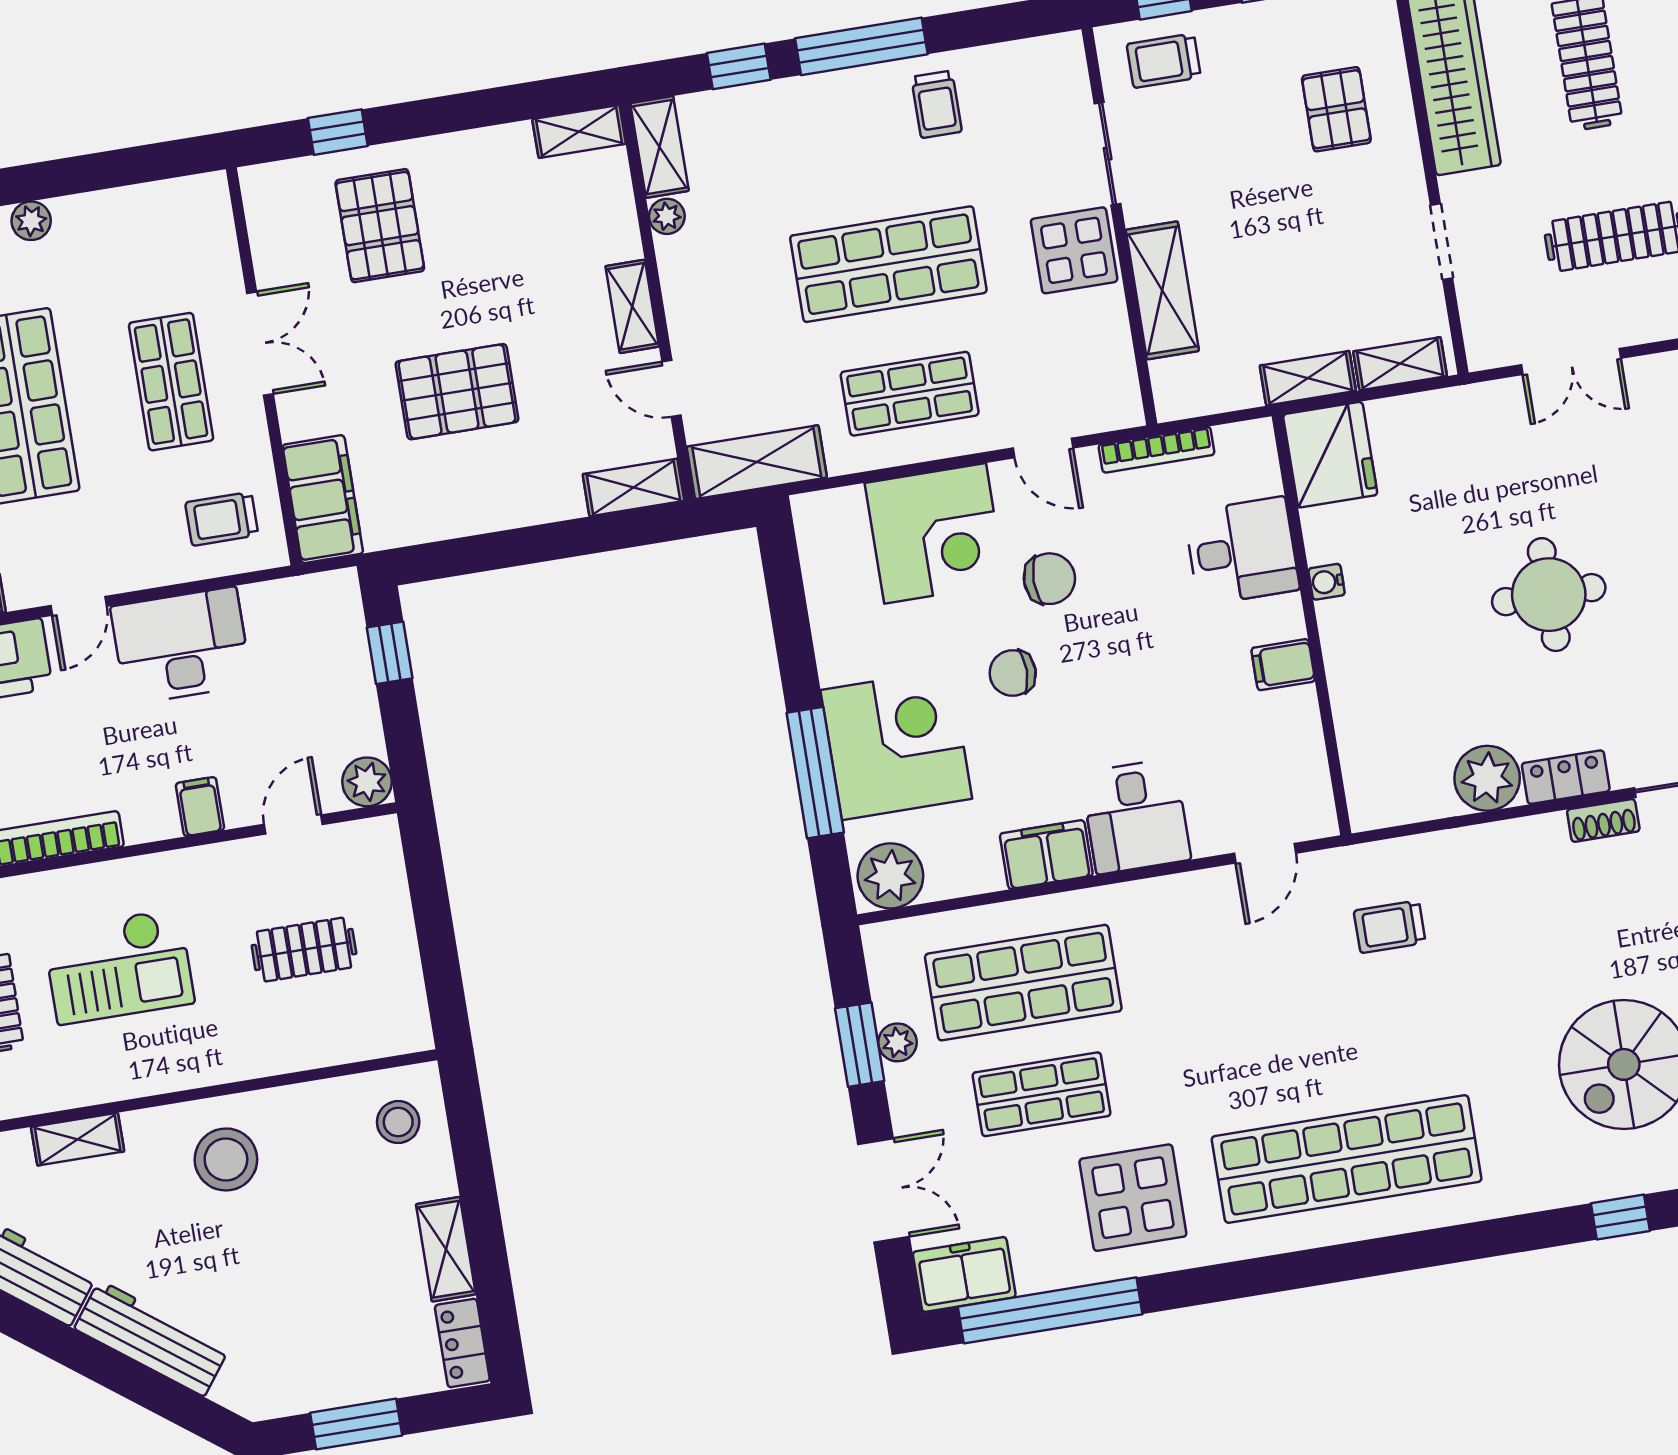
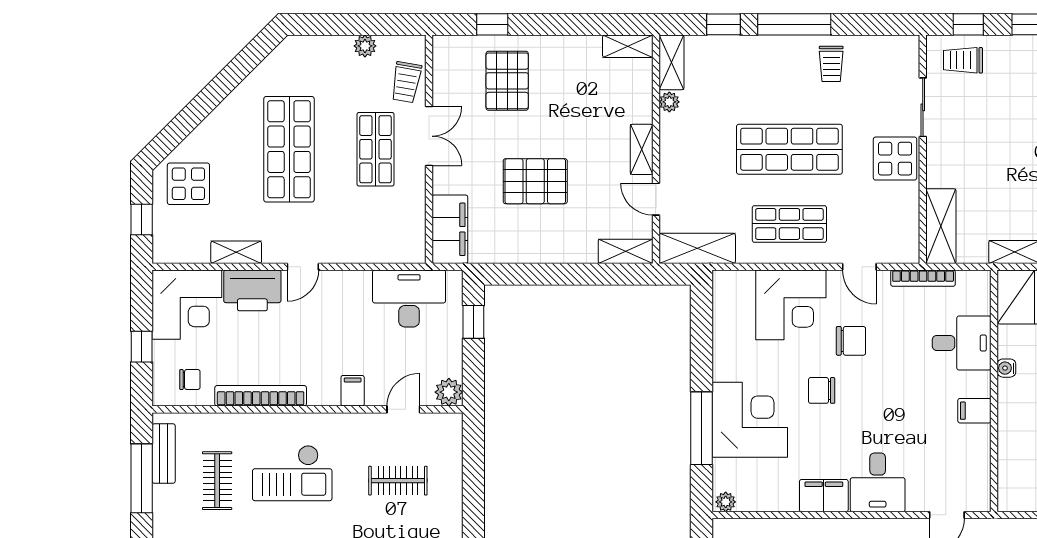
plant: (31, 221) -> (365, 46), moved
shelving: (1162, 290) -> (941, 226), moved
trolley: (222, 519) -> (406, 82), moved, turned -80
desk: (181, 646) -> (409, 299), moved
plant: (890, 876) -> (726, 502), width x0.53, depth x0.53

